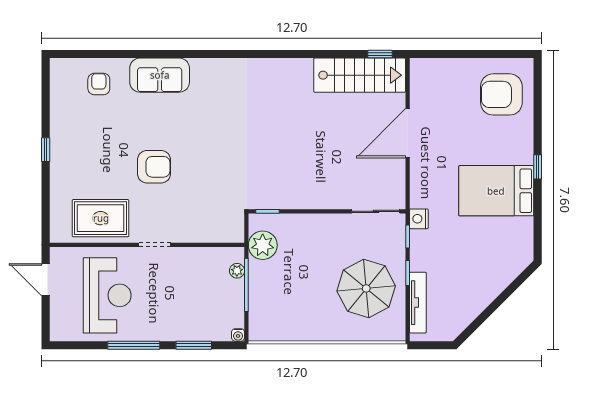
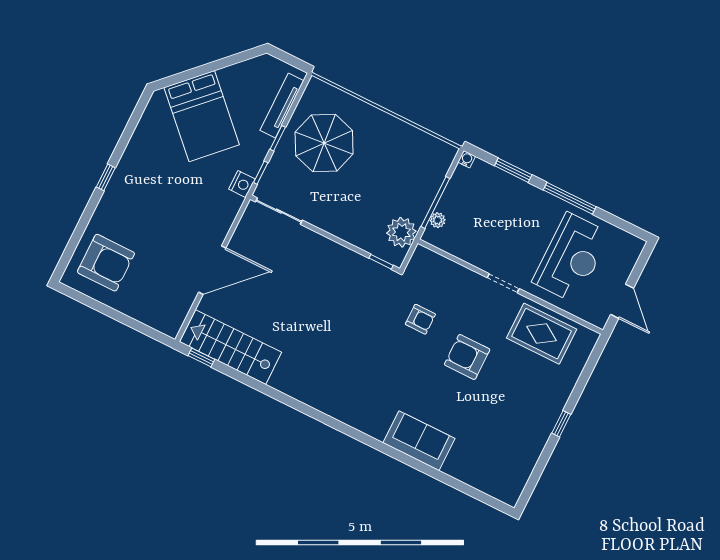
armchair: (99, 84) -> (420, 319), moved, turned -90
bed: (496, 191) -> (202, 116), moved, turned 45
reception desk: (107, 295) -> (571, 258), turned 180

